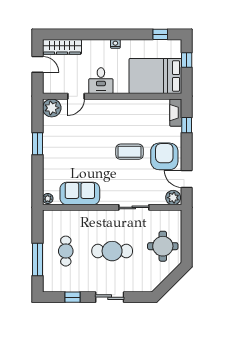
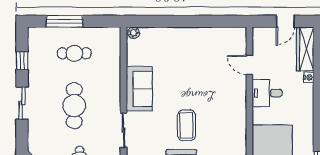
nightstand: (115, 44) -> (309, 77), moved
plant: (52, 108) -> (236, 37), removed
window: (38, 144) -> (196, 21), removed
sofa: (80, 193) -> (139, 89), moved

